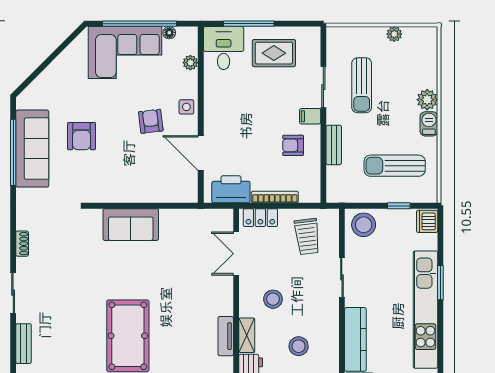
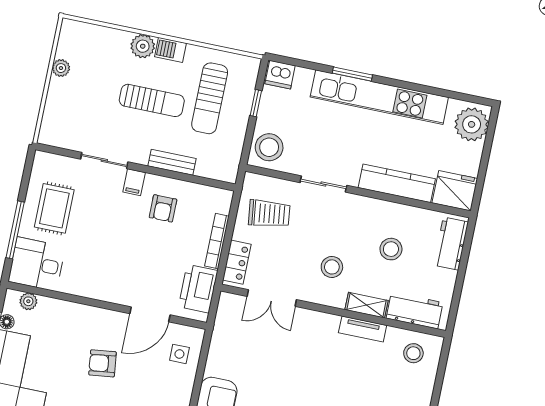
plant: (190, 63) -> (28, 301), moved
sun lounger: (362, 85) -> (152, 100), moved
side table: (186, 107) -> (179, 354), moved

